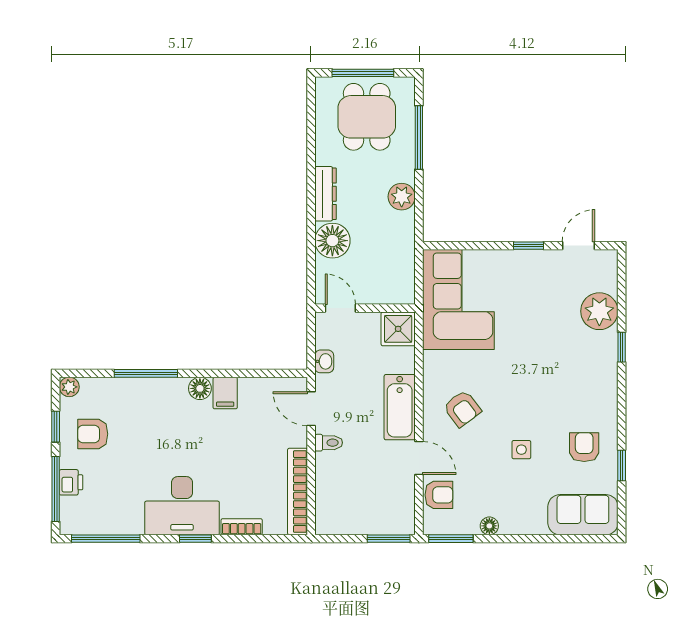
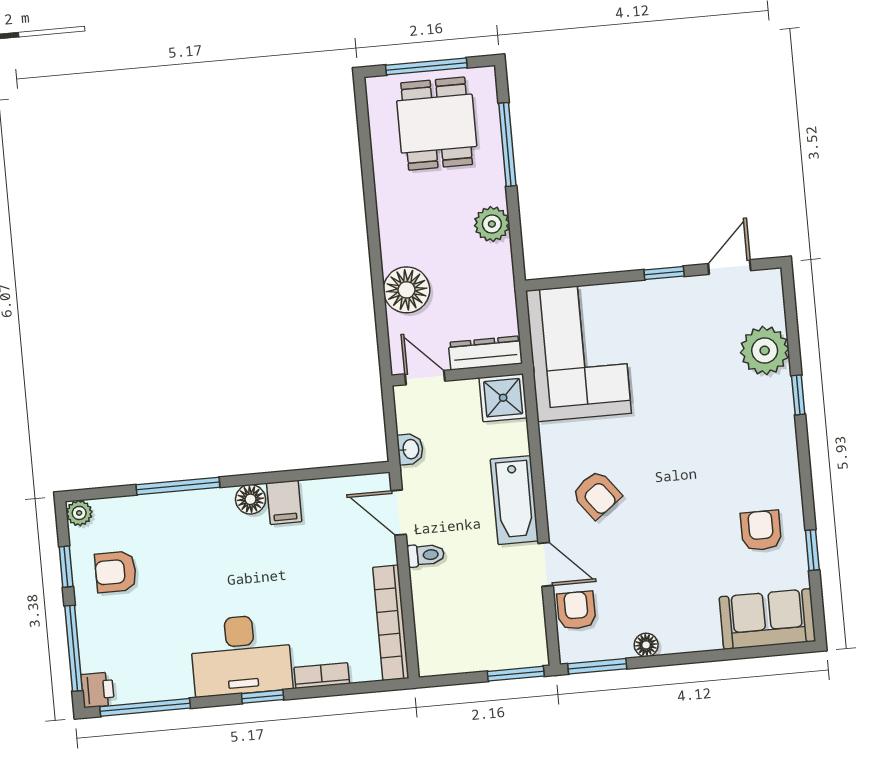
dresser: (326, 194) -> (485, 353), moved, turned -90
side table: (521, 450) -> (679, 541), removed
printer: (71, 482) -> (98, 690), moved
armchair: (439, 495) -> (576, 610), turned -90

